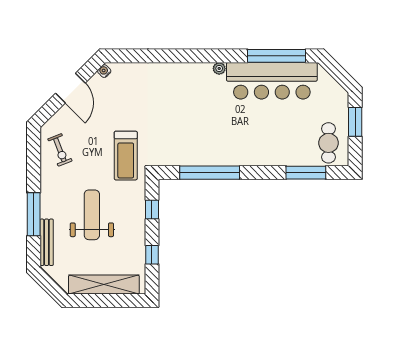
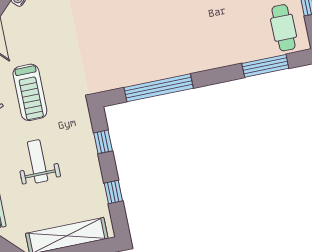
treadmill: (126, 156) -> (30, 92), moved
weight bench: (92, 215) -> (38, 161), width x0.73, depth x0.75

